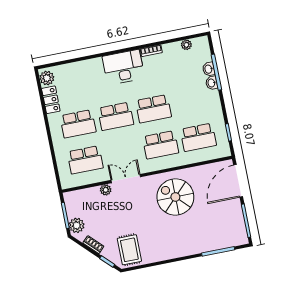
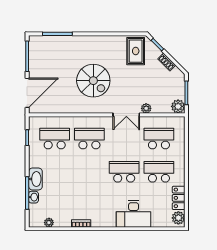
desk: (123, 67) -> (134, 214), moved
washbasin: (212, 83) -> (35, 179), width x1.91, depth x1.45
school desk: (153, 109) -> (89, 172), removed
spiral stairs: (175, 197) -> (93, 81), moved
plant: (77, 225) -> (178, 106), moved

